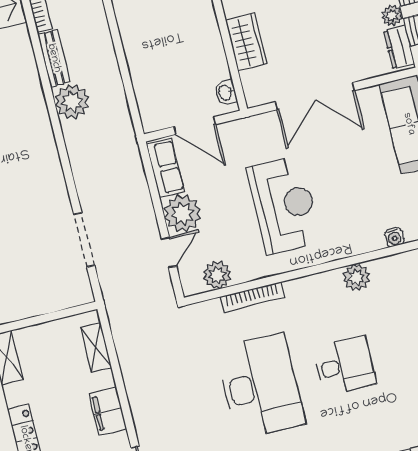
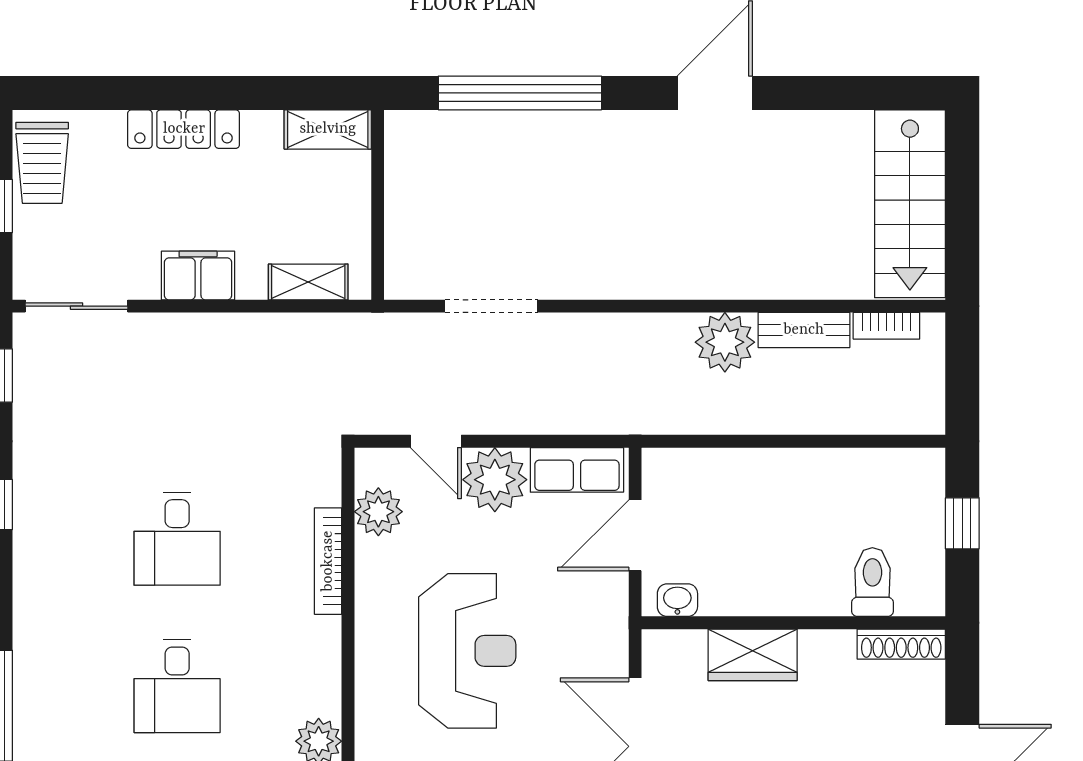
reception desk: (284, 205) -> (467, 651), turned -90
desk: (261, 386) -> (177, 539), width x0.53, depth x0.77

